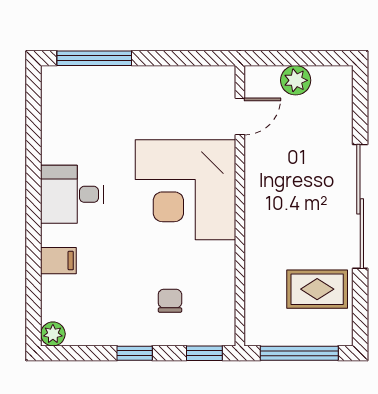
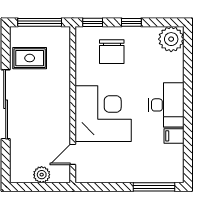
desk: (72, 194) -> (166, 105), width x1.37
filing cabinet: (58, 261) -> (174, 136), moved
chair: (170, 301) -> (112, 52), width x1.87, depth x1.87
plant: (53, 334) -> (171, 39), width x1.88, depth x1.88

